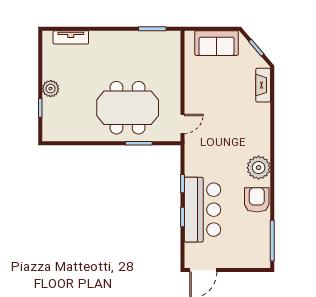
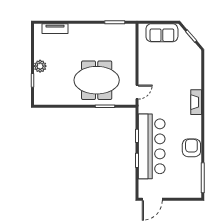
fireplace: (263, 85) -> (196, 102), moved
plant: (259, 168) -> (193, 124), removed
bar counter: (202, 210) -> (152, 146), width x1.36

